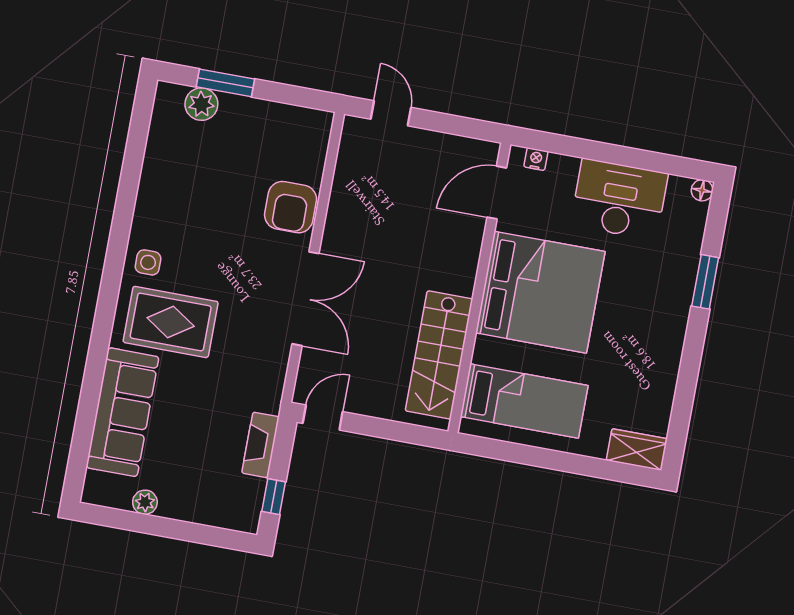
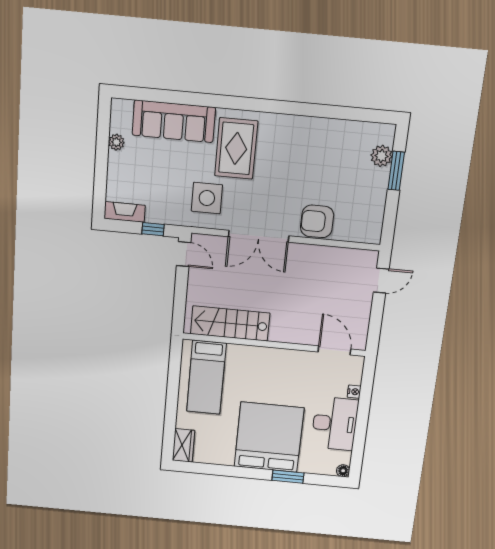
nightstand: (536, 159) -> (354, 392), moved
side table: (148, 262) -> (207, 198), moved, width x1.87, depth x1.87
bed: (540, 292) -> (269, 437), moved, turned 180
fireplace: (260, 445) -> (125, 212), moved
window: (274, 497) -> (153, 229), moved

